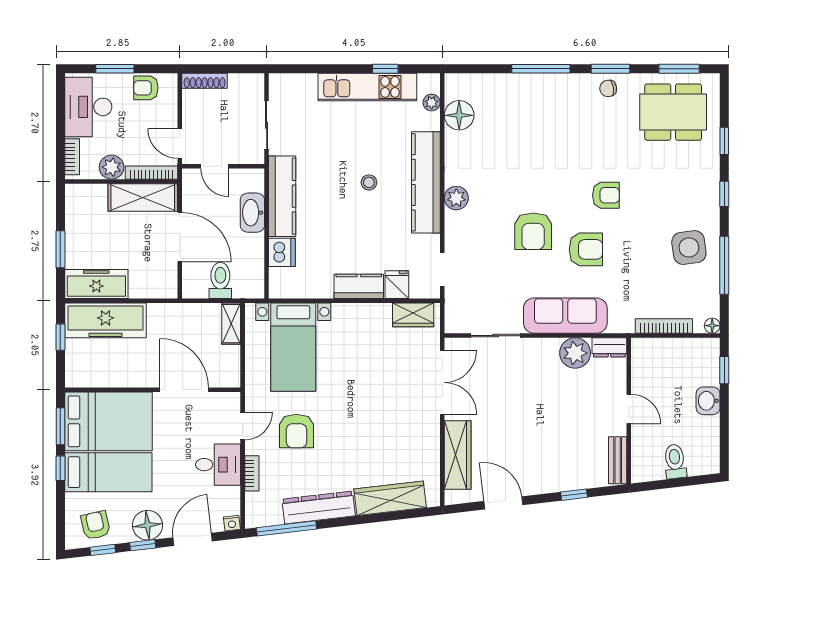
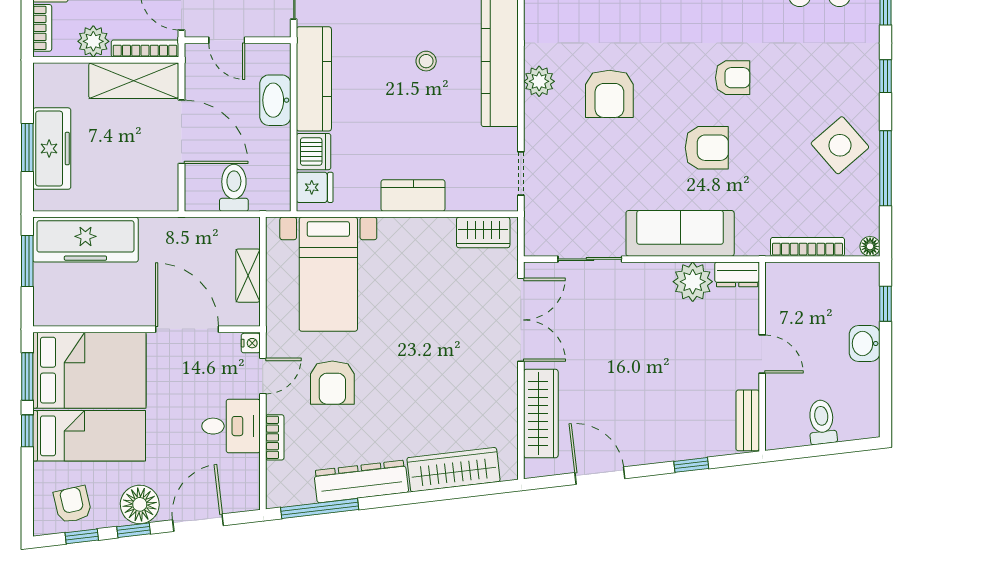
armchair: (533, 231) -> (609, 94), moved
side table: (689, 247) -> (840, 145), turned -33
freezer: (96, 284) -> (52, 149), moved, turned 90
fridge: (397, 285) -> (315, 187), moved, turned 90
shelving: (231, 324) -> (248, 276), moved
window: (60, 337) -> (27, 261), width x1.50
nightstand: (232, 523) -> (251, 343), moved, turned -83

